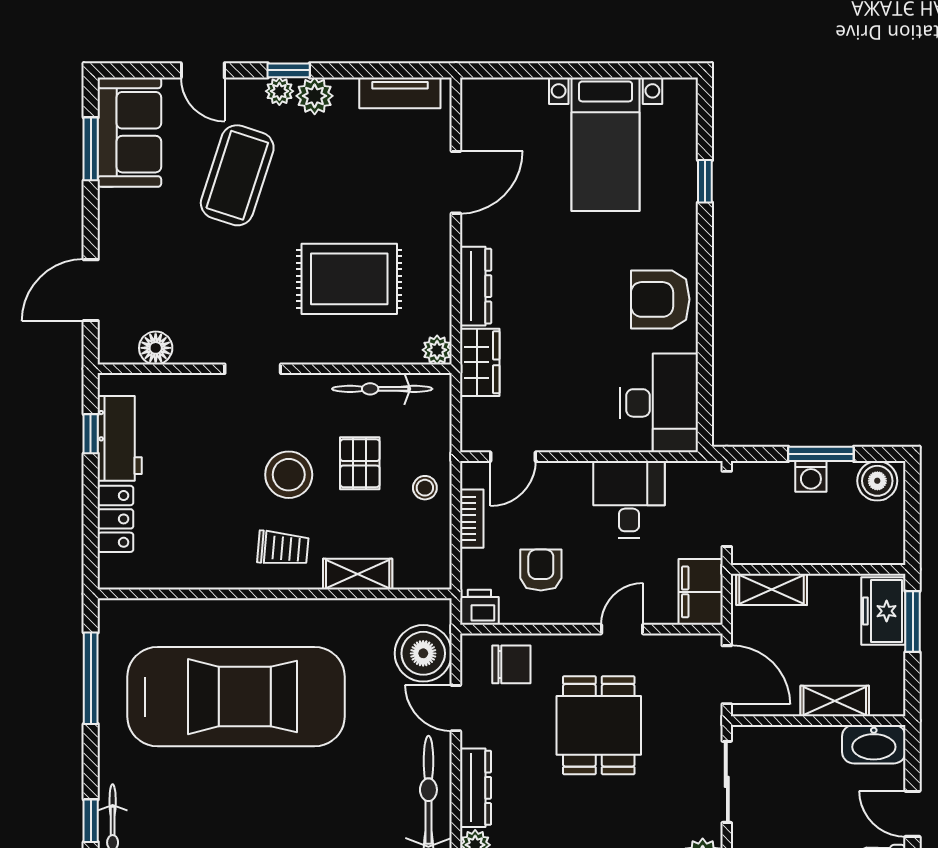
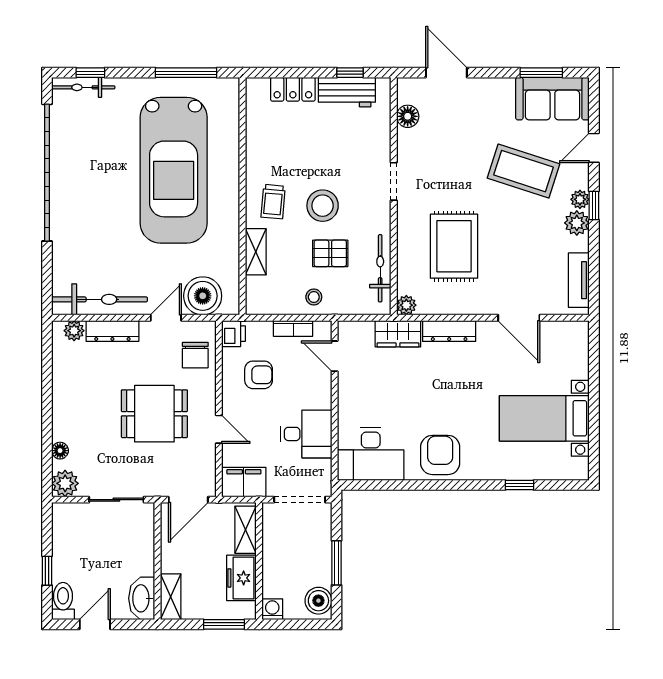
washing machine: (811, 476) -> (272, 609), moved, turned 90
freezer: (883, 611) -> (241, 578), moved, turned -90
shelving: (835, 701) -> (171, 597), moved

